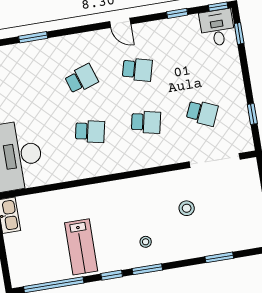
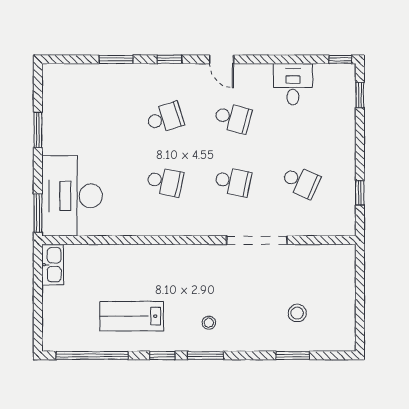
window: (177, 13) -> (169, 59), moved
desk: (217, 28) -> (293, 84), moved
doorway: (215, 160) -> (257, 240), moved
stool: (187, 208) -> (297, 313), moved
lab bench: (81, 247) -> (132, 316), turned 90

